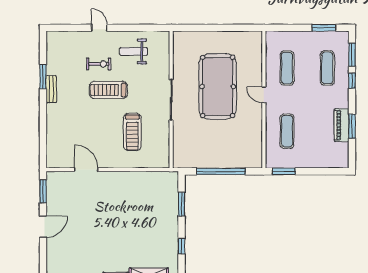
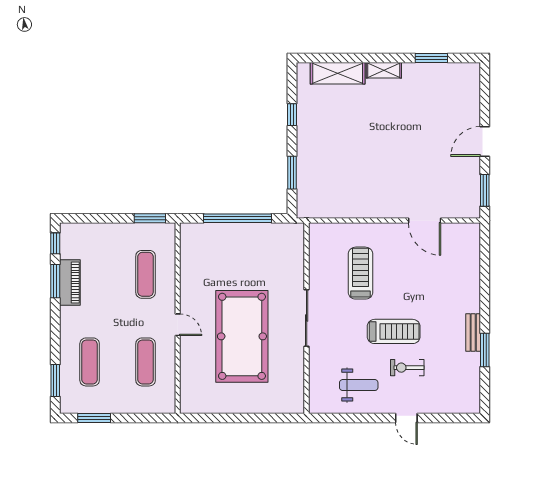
window: (352, 81) -> (55, 243), moved

